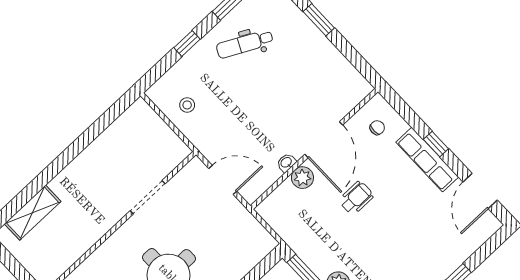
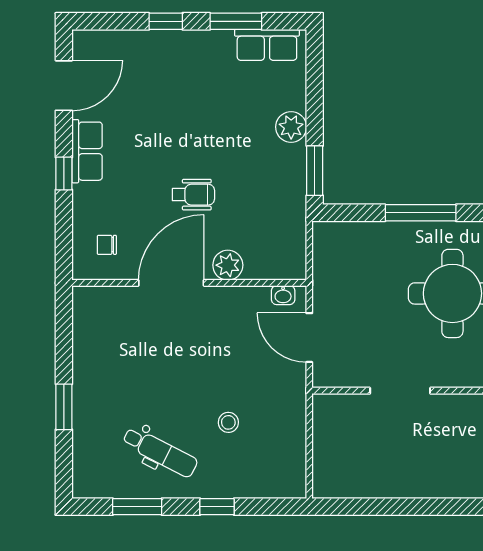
stool: (187, 105) -> (228, 422), moved
row of seats: (427, 160) -> (87, 151), width x0.68
washbasin: (286, 163) -> (283, 295), moved
wheelchair: (356, 198) -> (193, 195), turned 180

